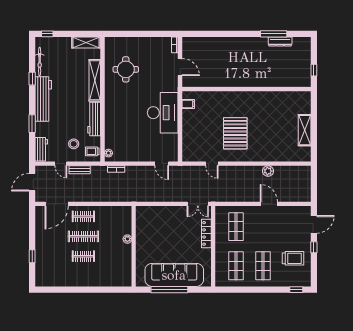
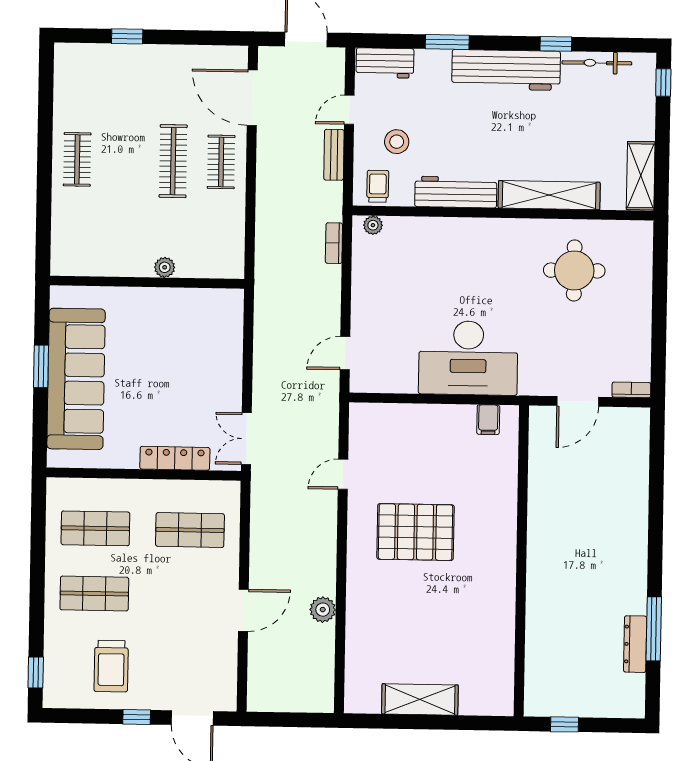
clothes rail: (83, 256) -> (77, 159), moved
window: (169, 290) -> (41, 366), width x0.47

